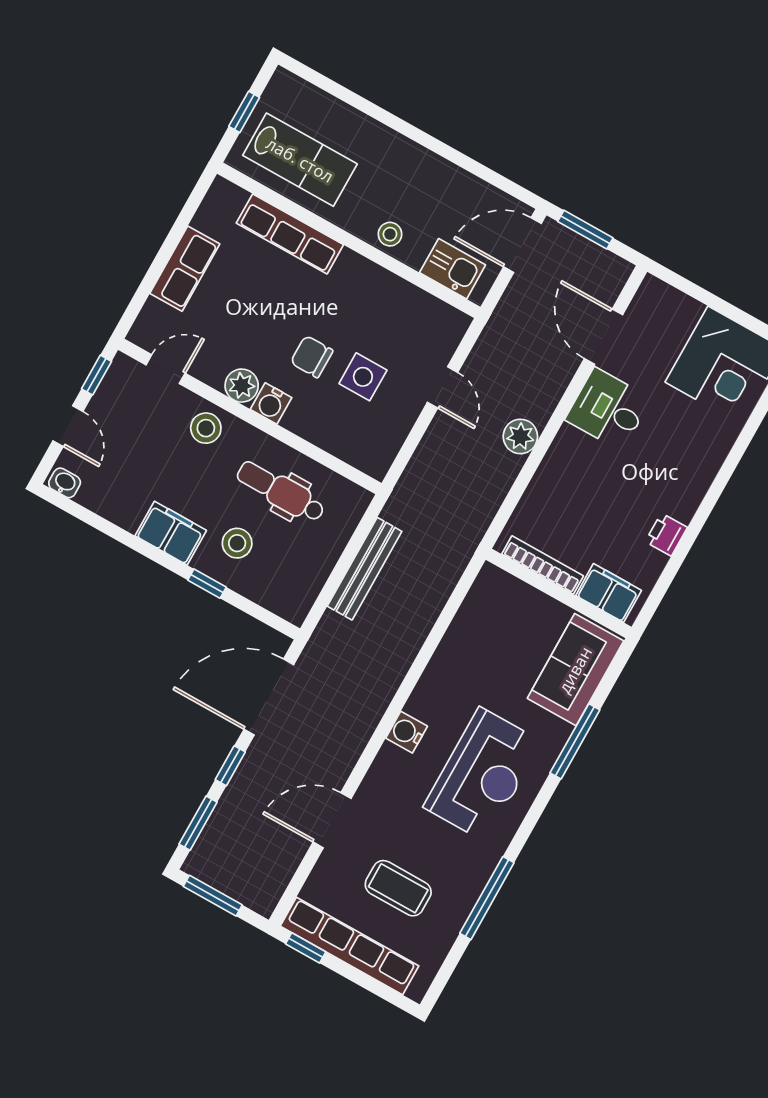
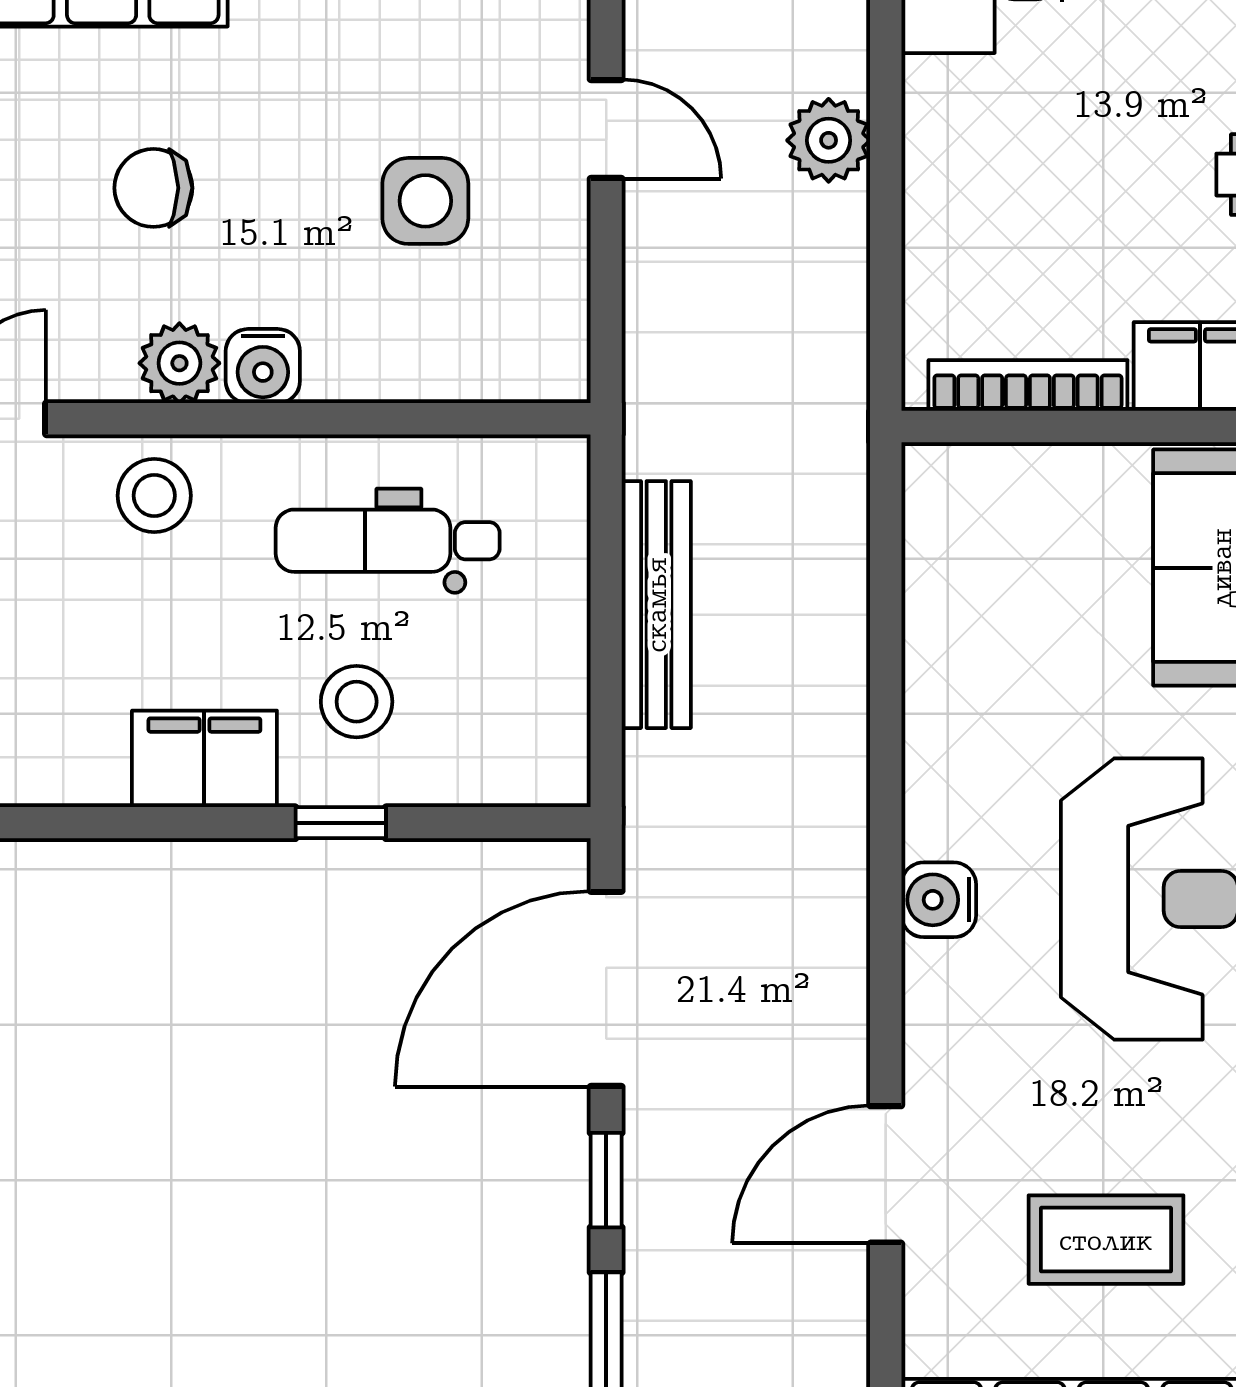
chair: (312, 357) -> (153, 188), moved

